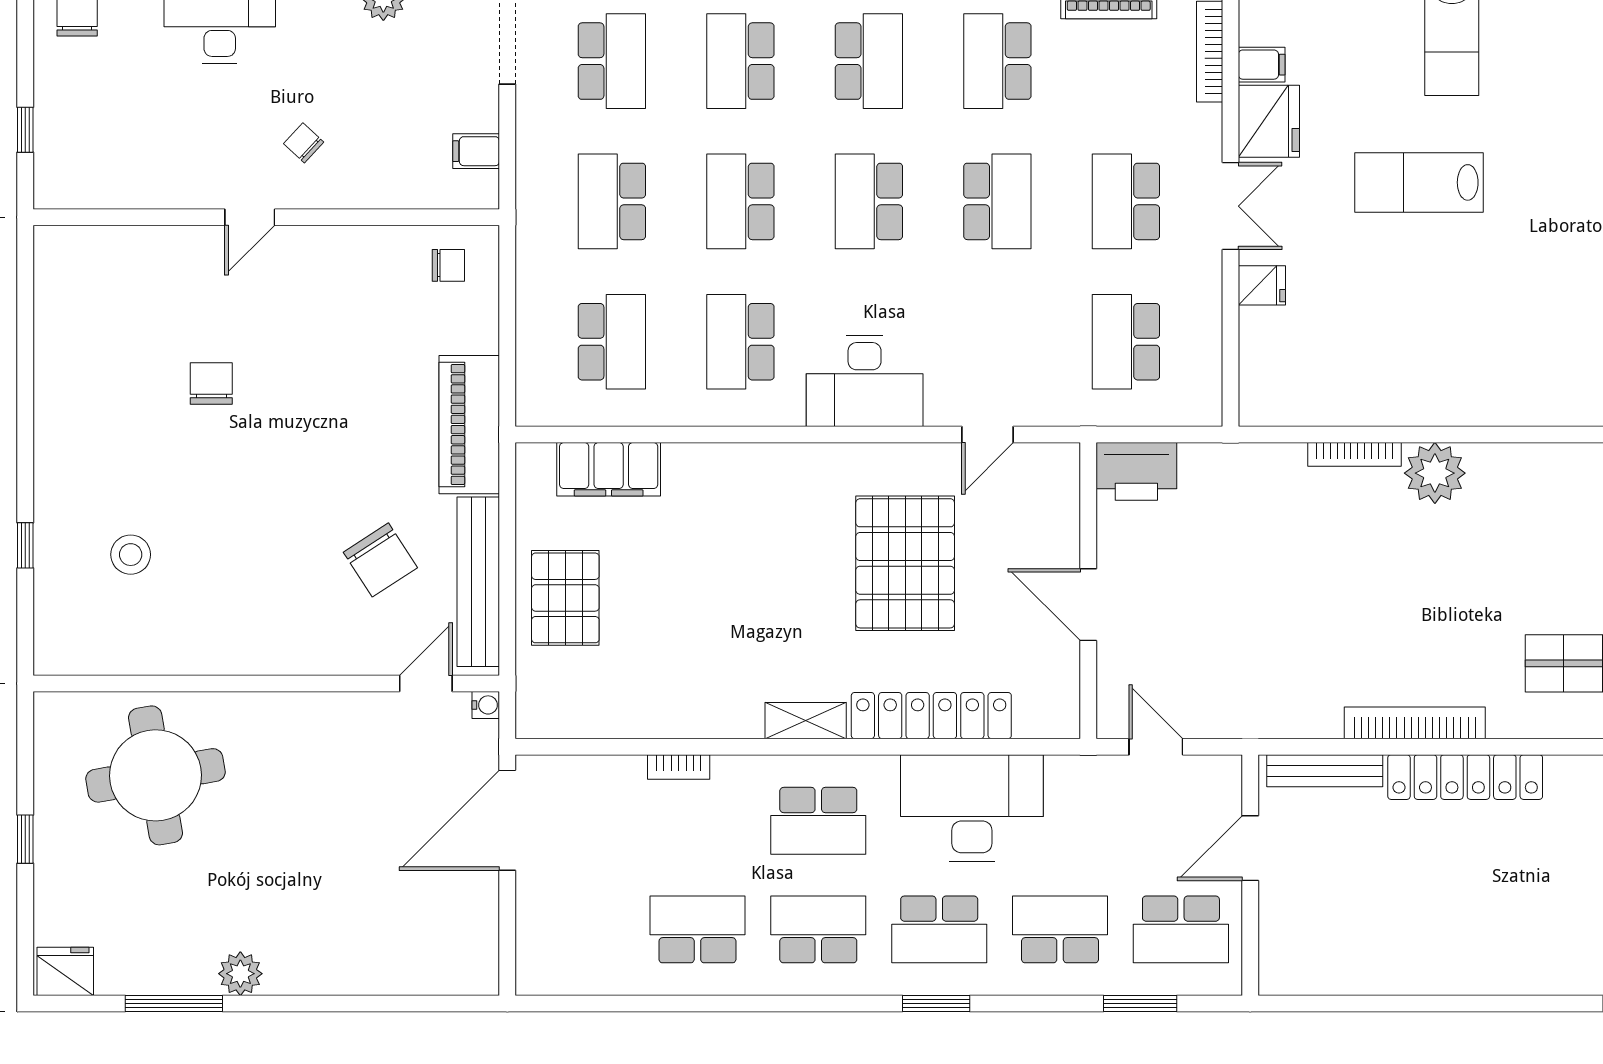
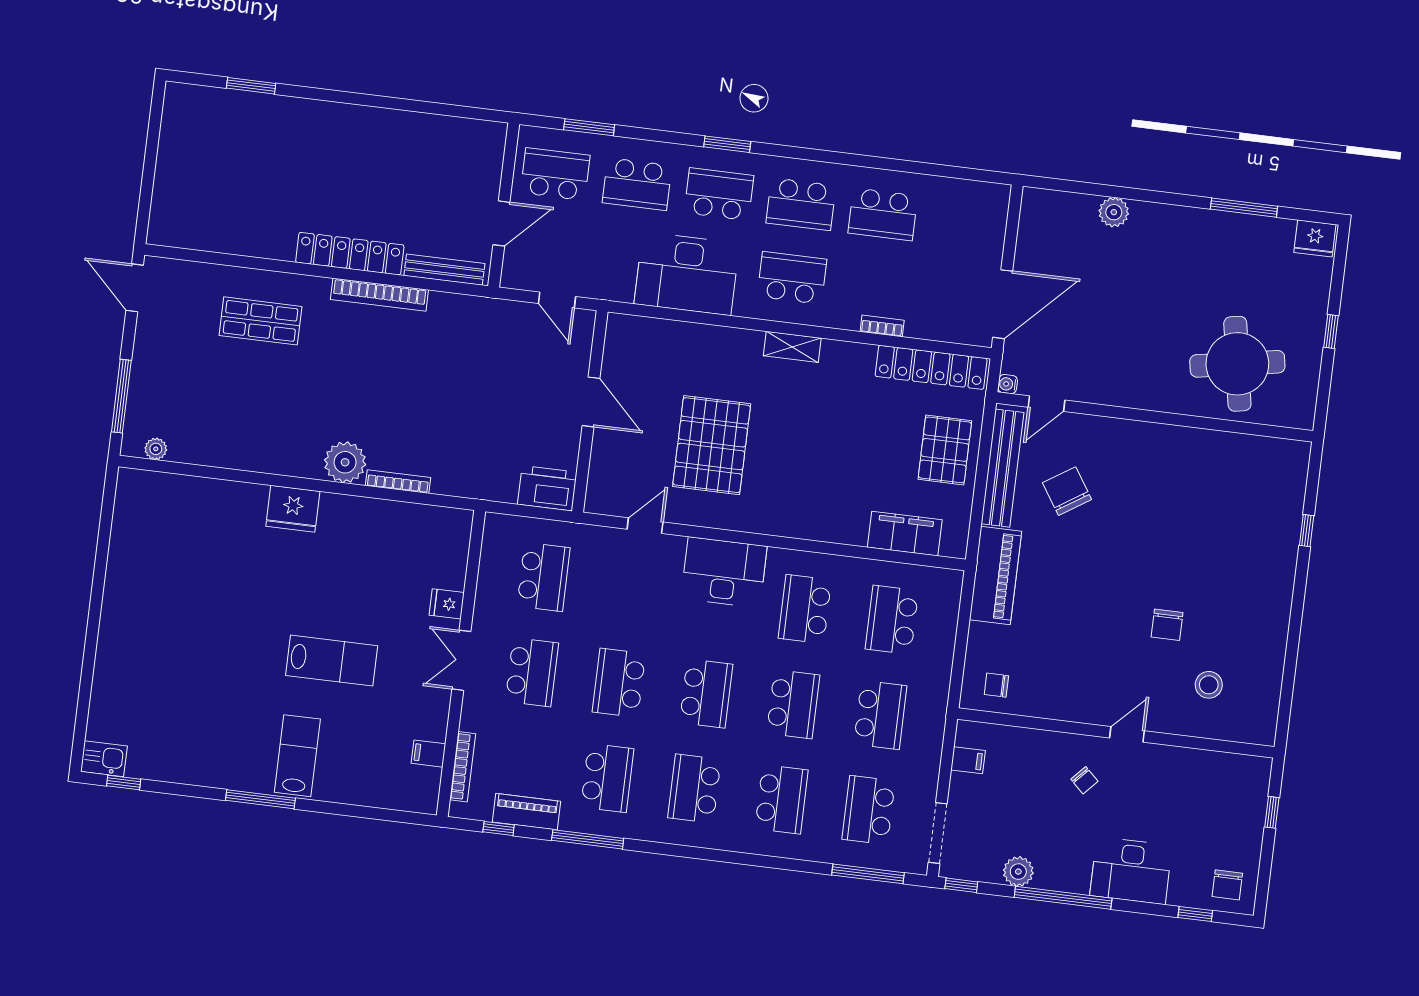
fridge: (1269, 121) -> (293, 509), moved, turned -90
school desk: (740, 342) -> (805, 609), turned 180
stool: (131, 555) -> (1209, 685), moved
locker: (931, 716) -> (931, 367), moved
plant: (240, 974) -> (1114, 212), moved

